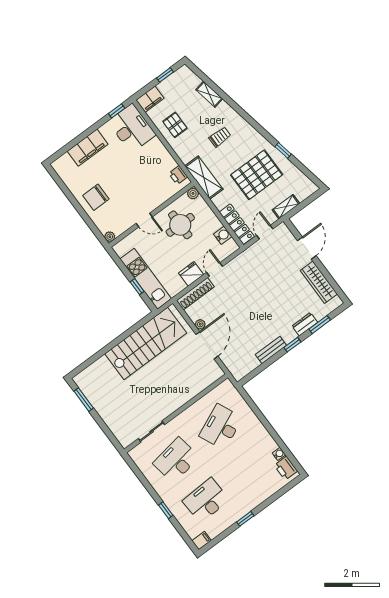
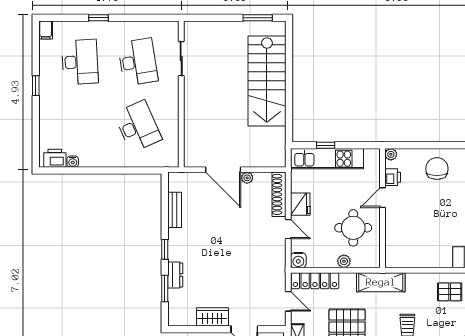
printer: (178, 175) -> (393, 177), moved, turned 90
plant: (193, 193) -> (344, 261), moved
water cooler: (223, 235) -> (298, 260), moved
wardrobe: (319, 282) -> (212, 317), width x0.67
stairs: (146, 343) -> (267, 81), moved
bench: (271, 350) -> (175, 210), moved

